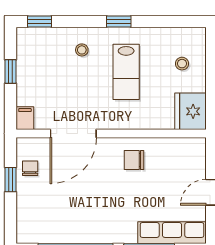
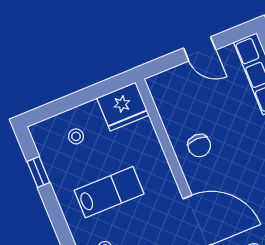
window: (119, 21) -> (38, 172), moved

